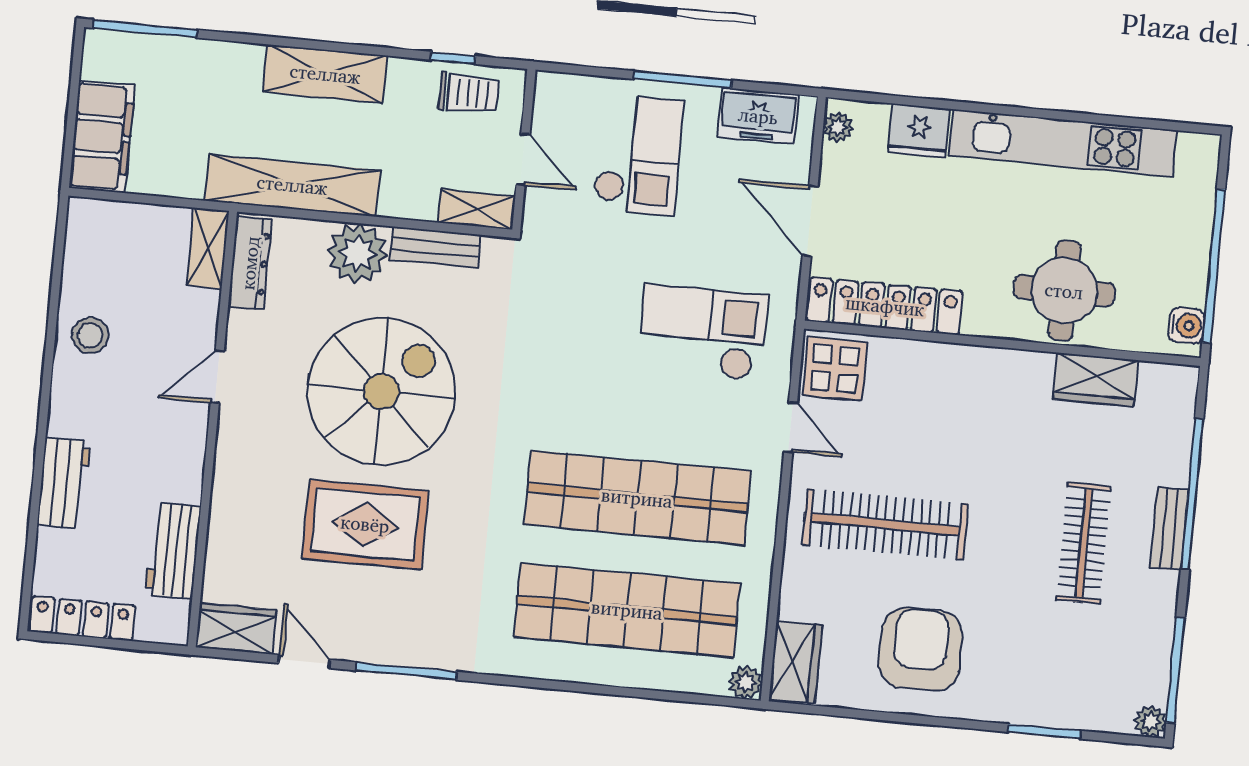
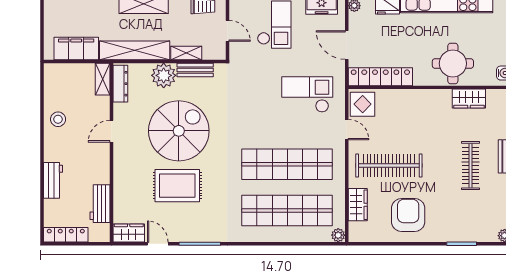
filing cabinet: (102, 137) -> (76, 49), moved, turned -90
shelving: (477, 209) -> (186, 53), moved
wardrobe: (795, 662) -> (358, 205), moved

